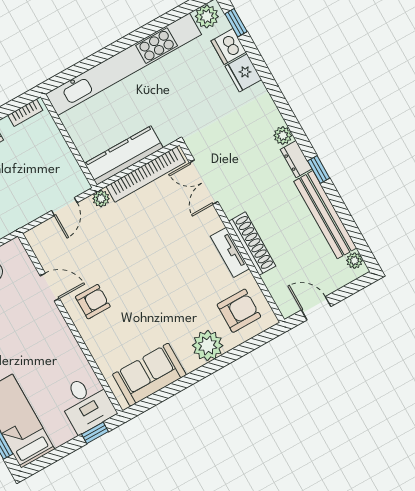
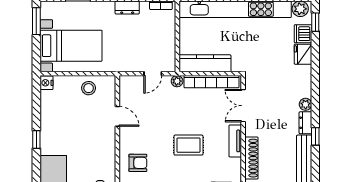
tv unit: (230, 252) -> (235, 141), moved
rug: (162, 273) -> (188, 145), added
armchair: (93, 302) -> (138, 163), moved

